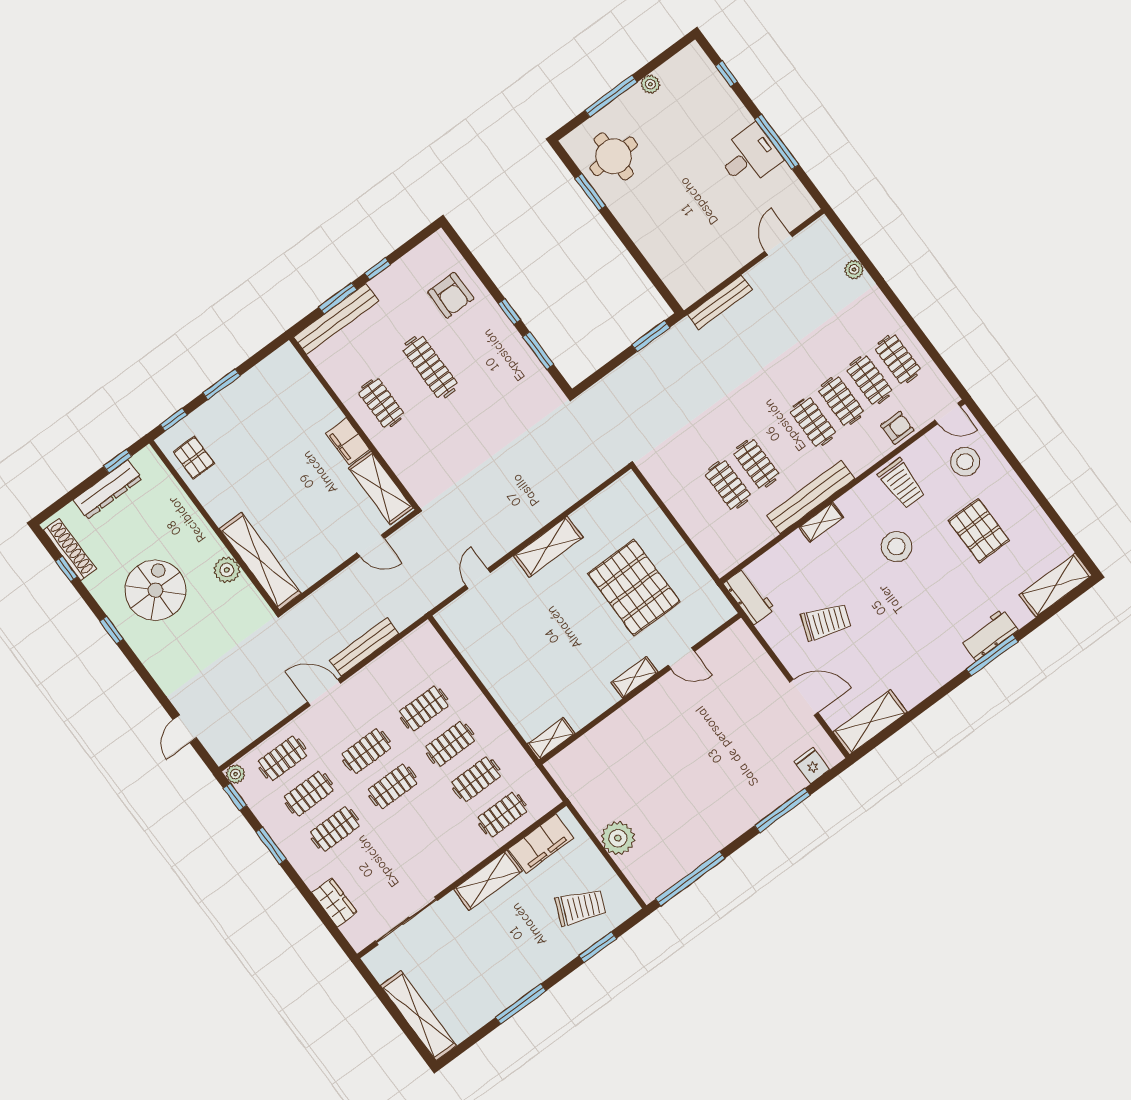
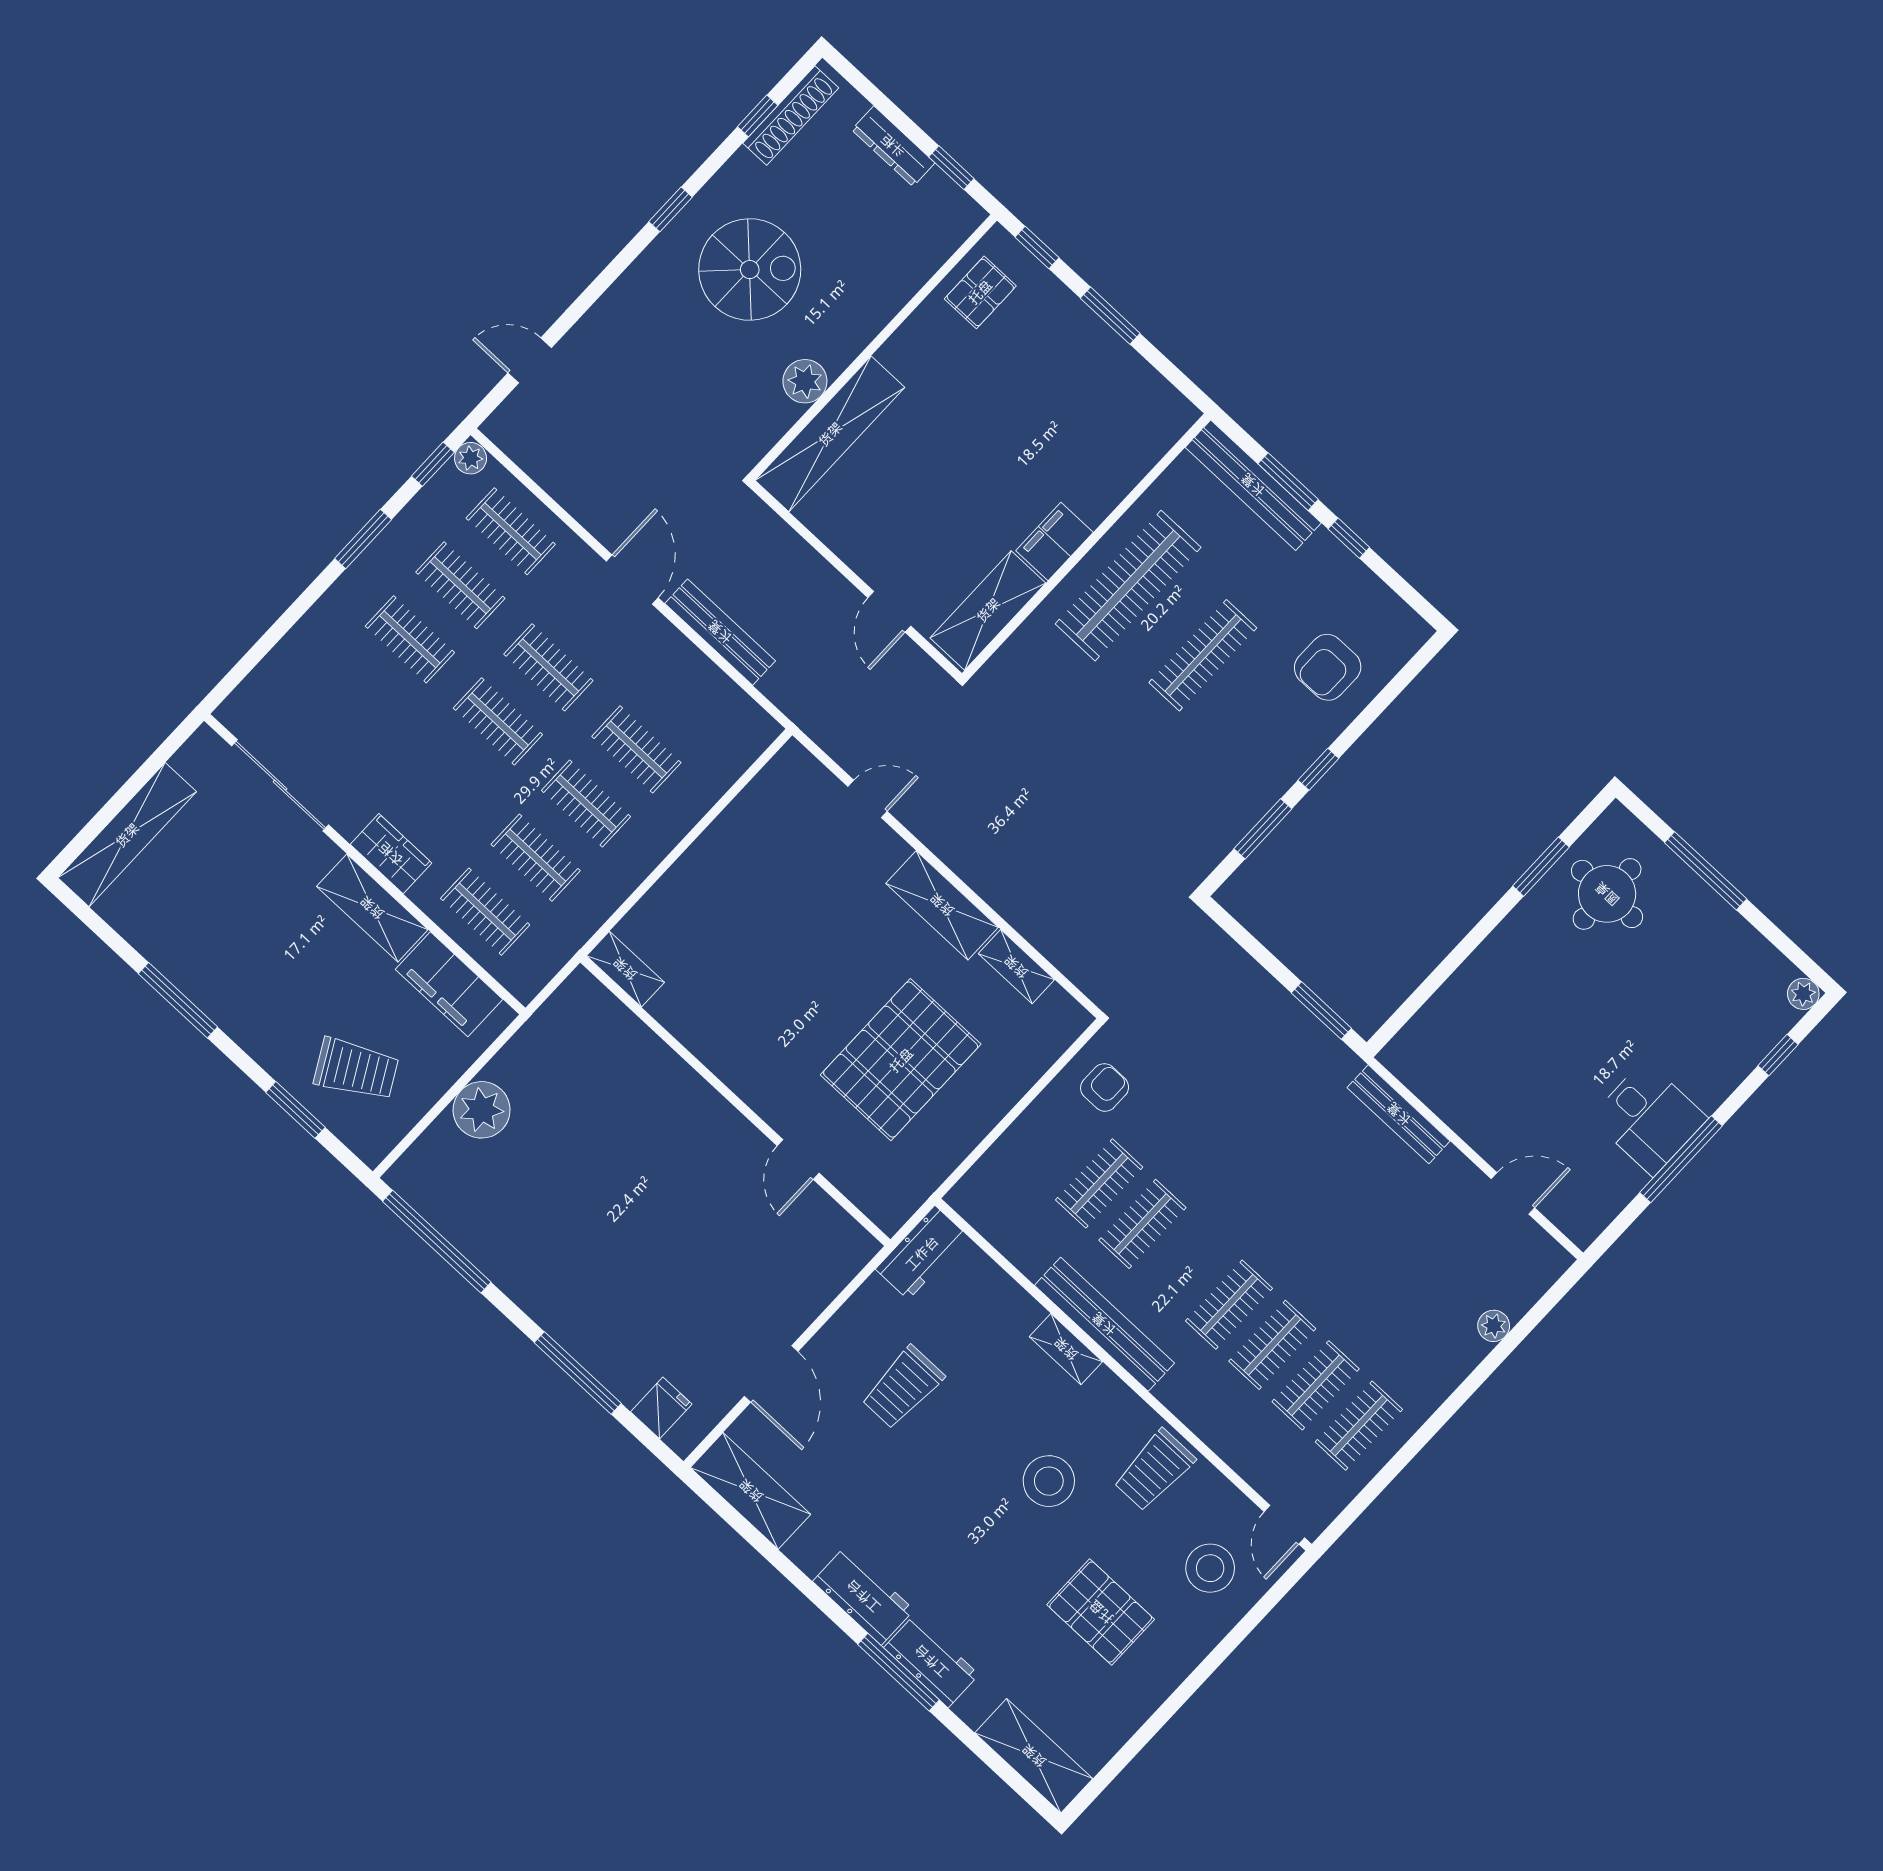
plant: (650, 84) -> (1803, 994), moved
clothes rail: (381, 403) -> (1128, 586), width x1.86, depth x1.31
armchair: (897, 428) -> (1105, 1087), moved, turned -90
dresser: (108, 489) -> (893, 146), width x0.73, depth x0.80
pallet: (979, 530) -> (1101, 1612), turned 90
trolley: (826, 622) -> (903, 1387), turned 70
workbench: (944, 668) -> (863, 1596), added
shelving: (635, 677) -> (1016, 967), moved
wardrobe: (334, 902) -> (391, 854), moved, turned -90
trolley: (581, 907) -> (356, 1069), turned -52

